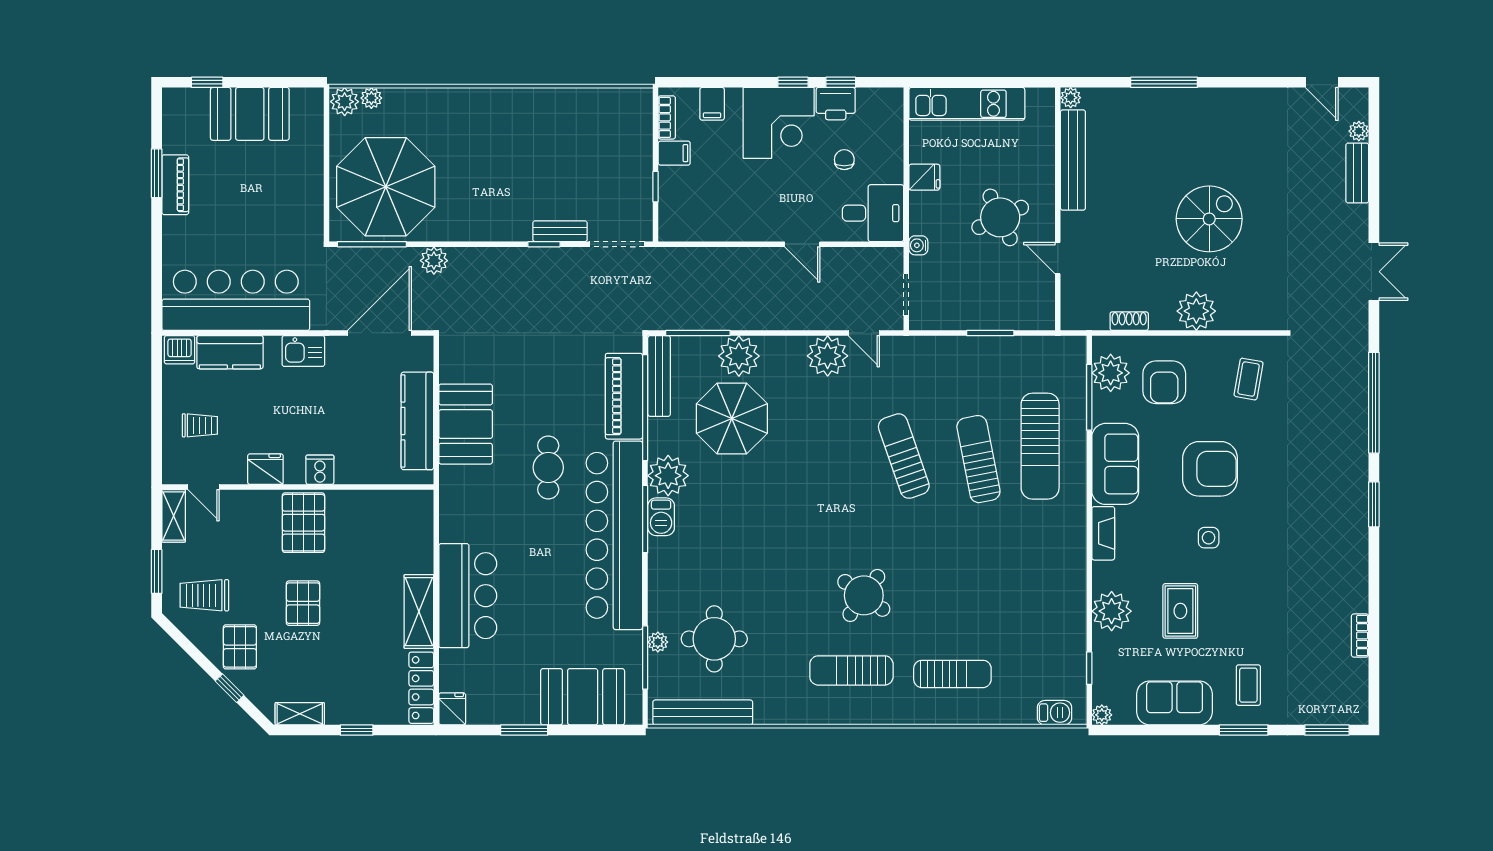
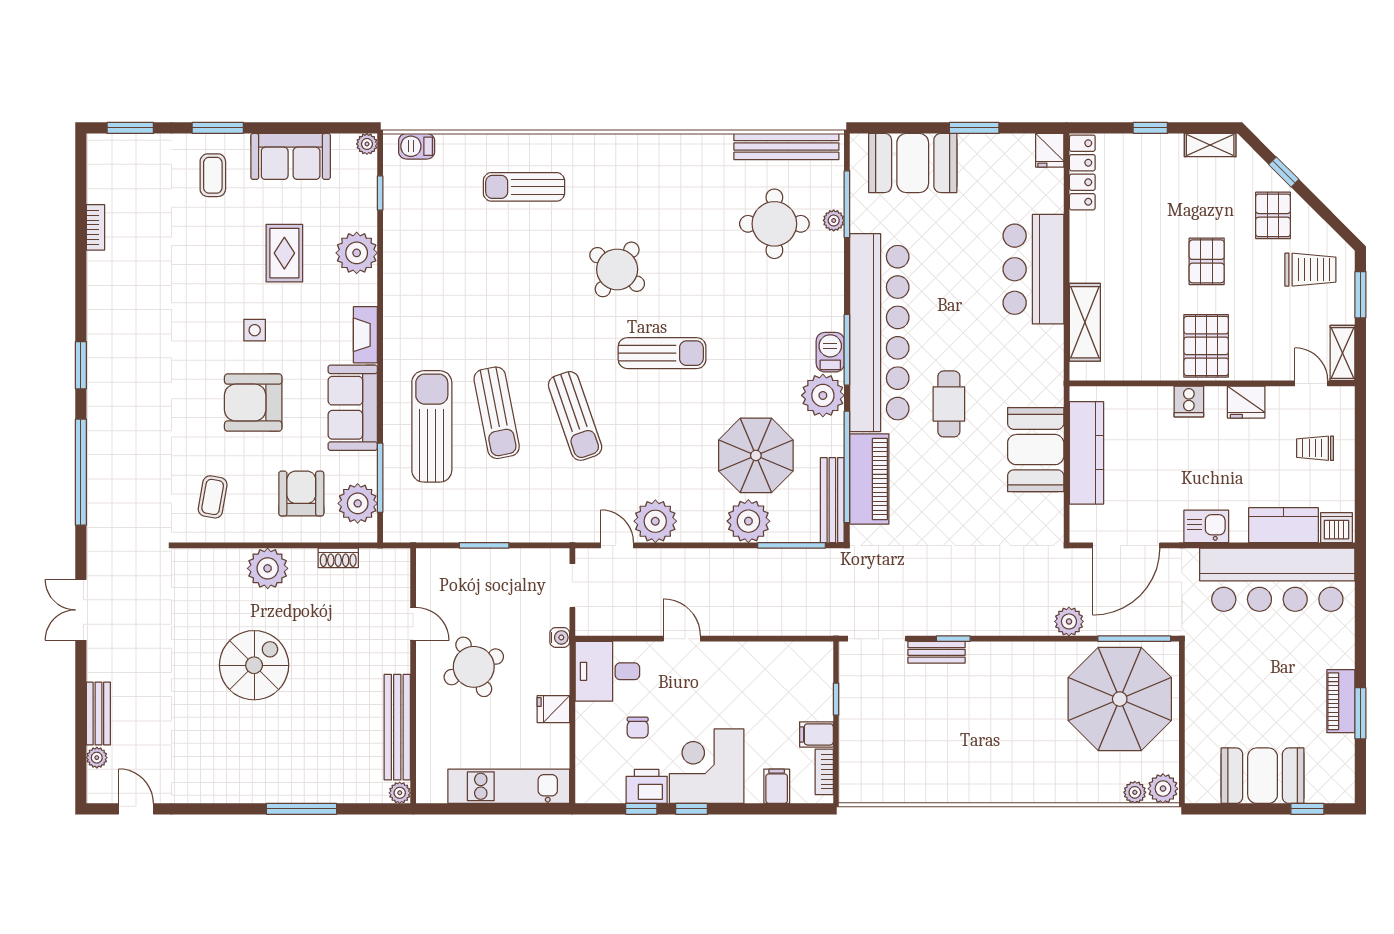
spiral stairs: (1209, 219) -> (254, 665), turned 180
shelving: (419, 612) -> (1085, 322), moved
sun lounger: (851, 670) -> (662, 353), moved

